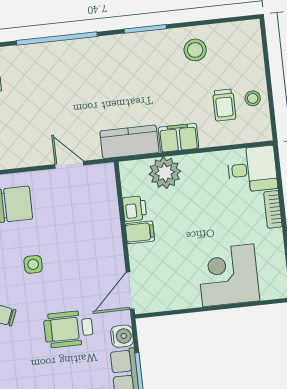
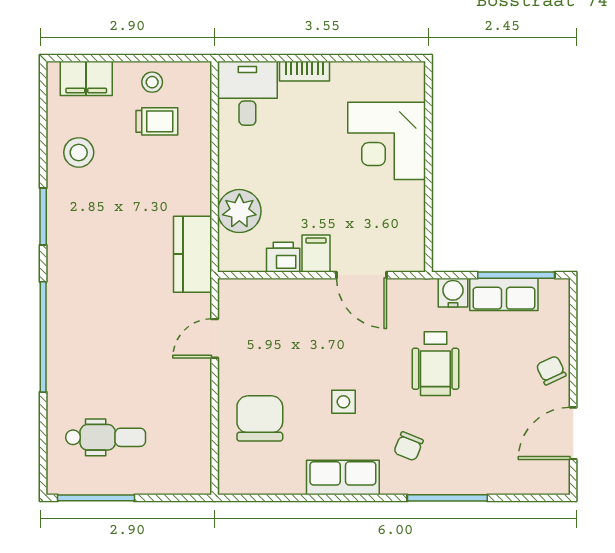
filing cabinet: (178, 138) -> (86, 78), moved, turned -90
door: (130, 291) -> (362, 275), moved

